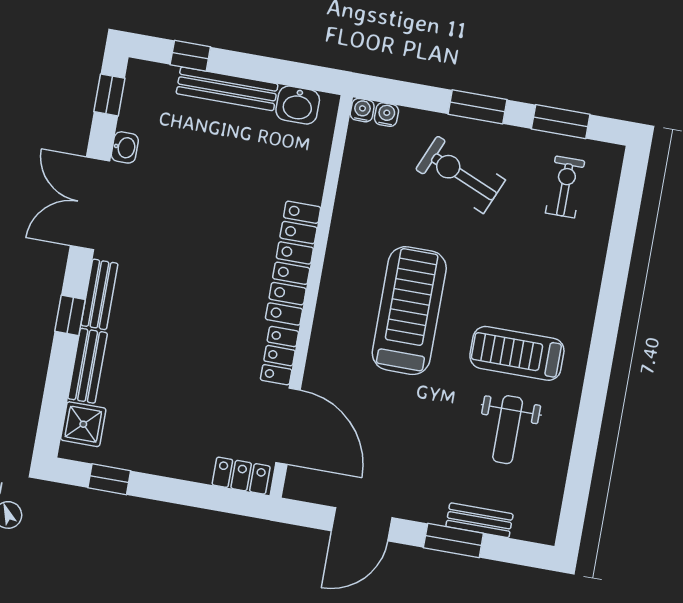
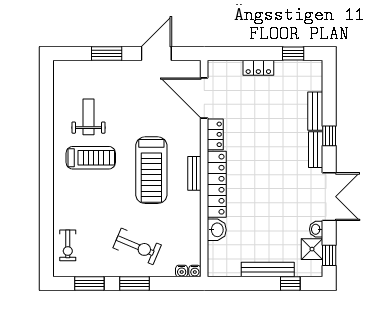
washbasin: (298, 105) -> (217, 230), moved, turned 90
exercise bike: (565, 187) -> (68, 245), moved
shower: (83, 424) -> (312, 249), moved
locker: (241, 476) -> (258, 68), moved
bench: (479, 520) -> (194, 173), moved, turned 90

